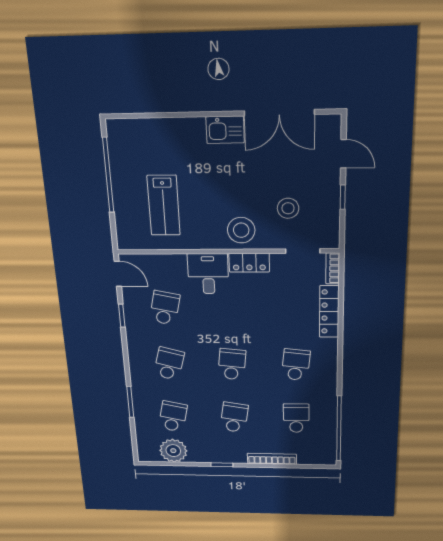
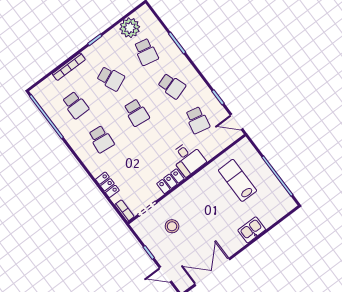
kitchen sink: (225, 130) -> (252, 230), moved
stool: (241, 230) -> (188, 196), removed
locker: (329, 312) -> (107, 185), width x0.66
school desk: (169, 364) -> (172, 86), turned -33
school desk: (234, 417) -> (111, 78), turned -33

